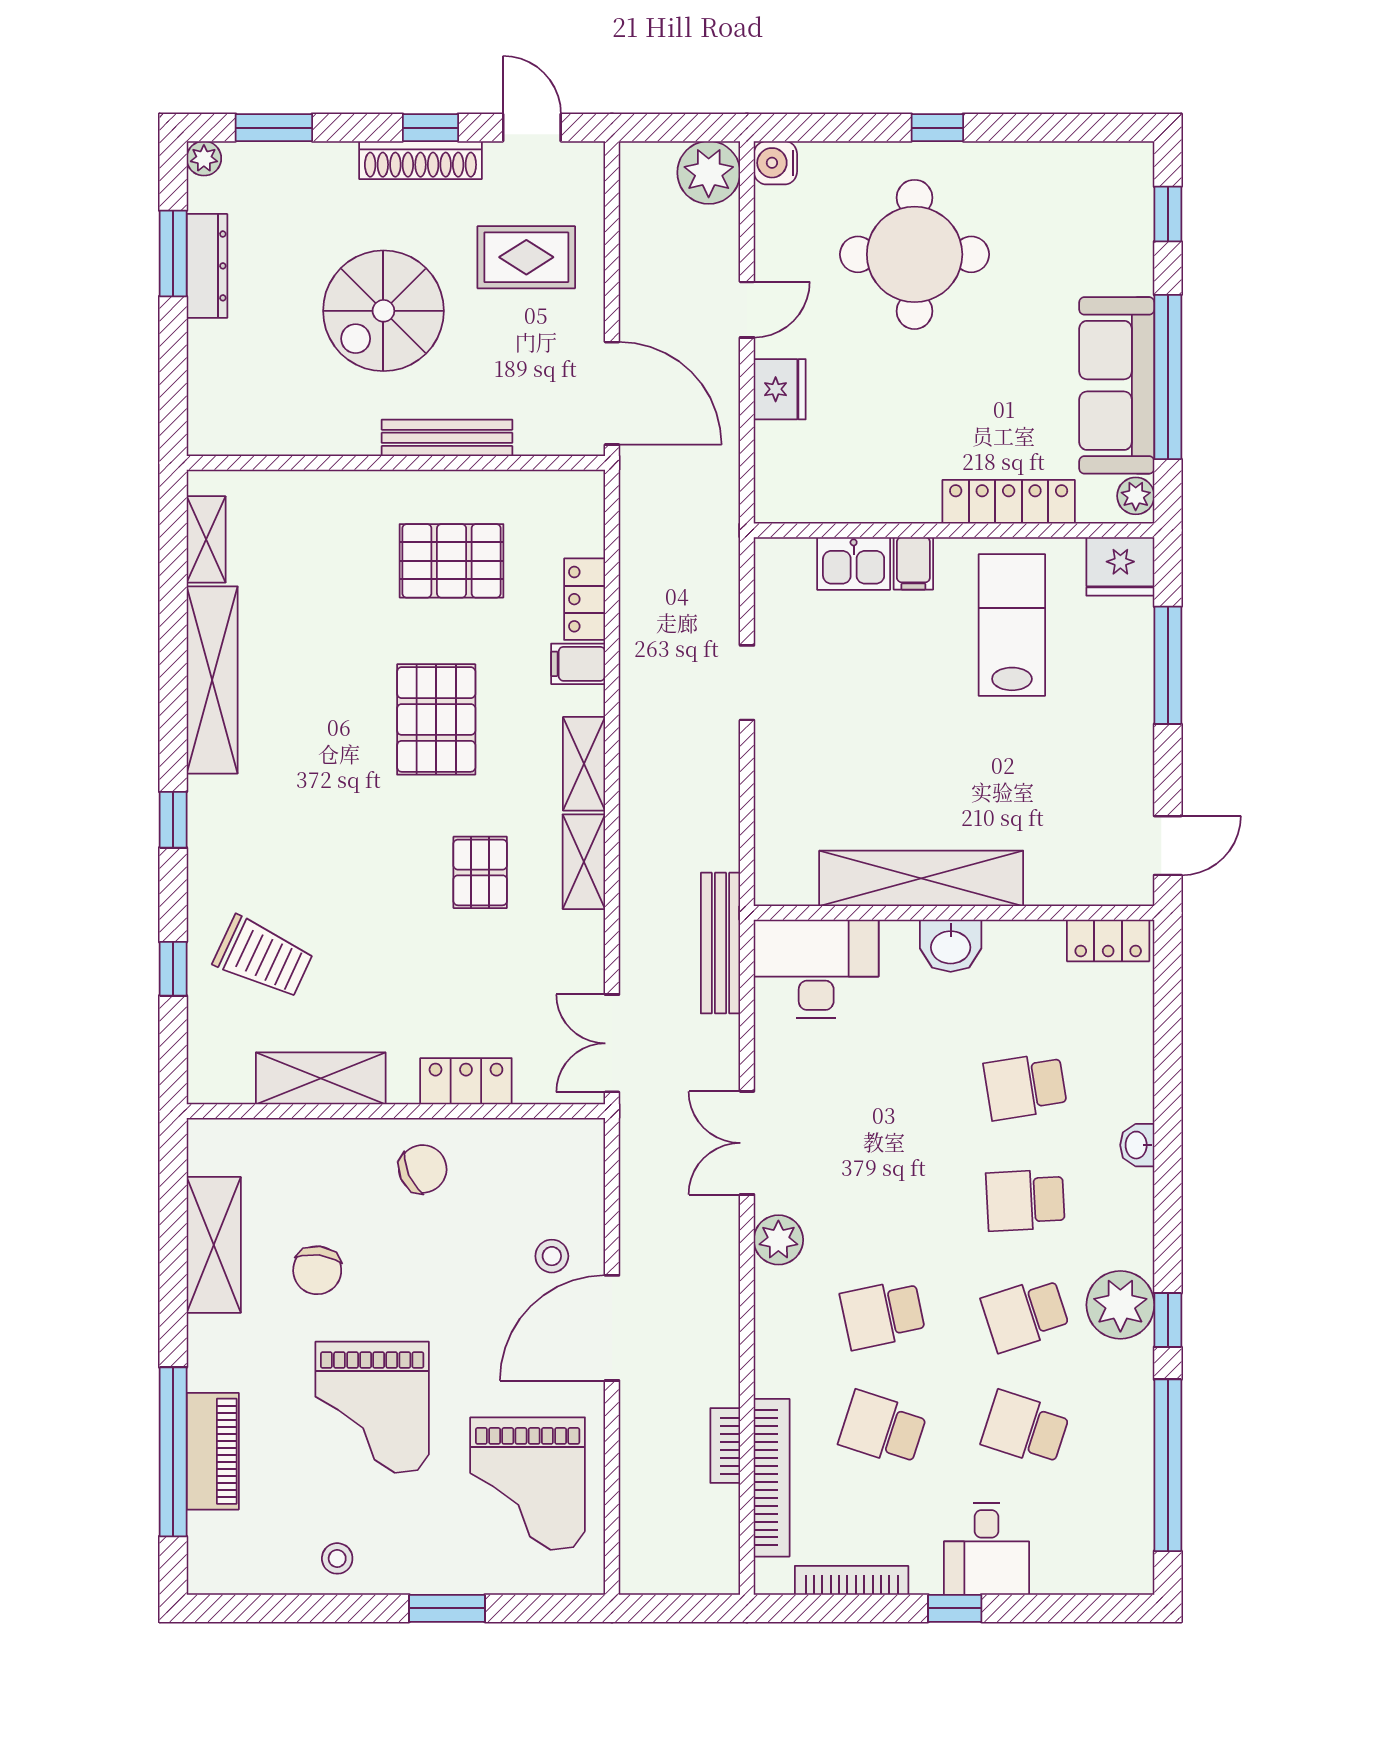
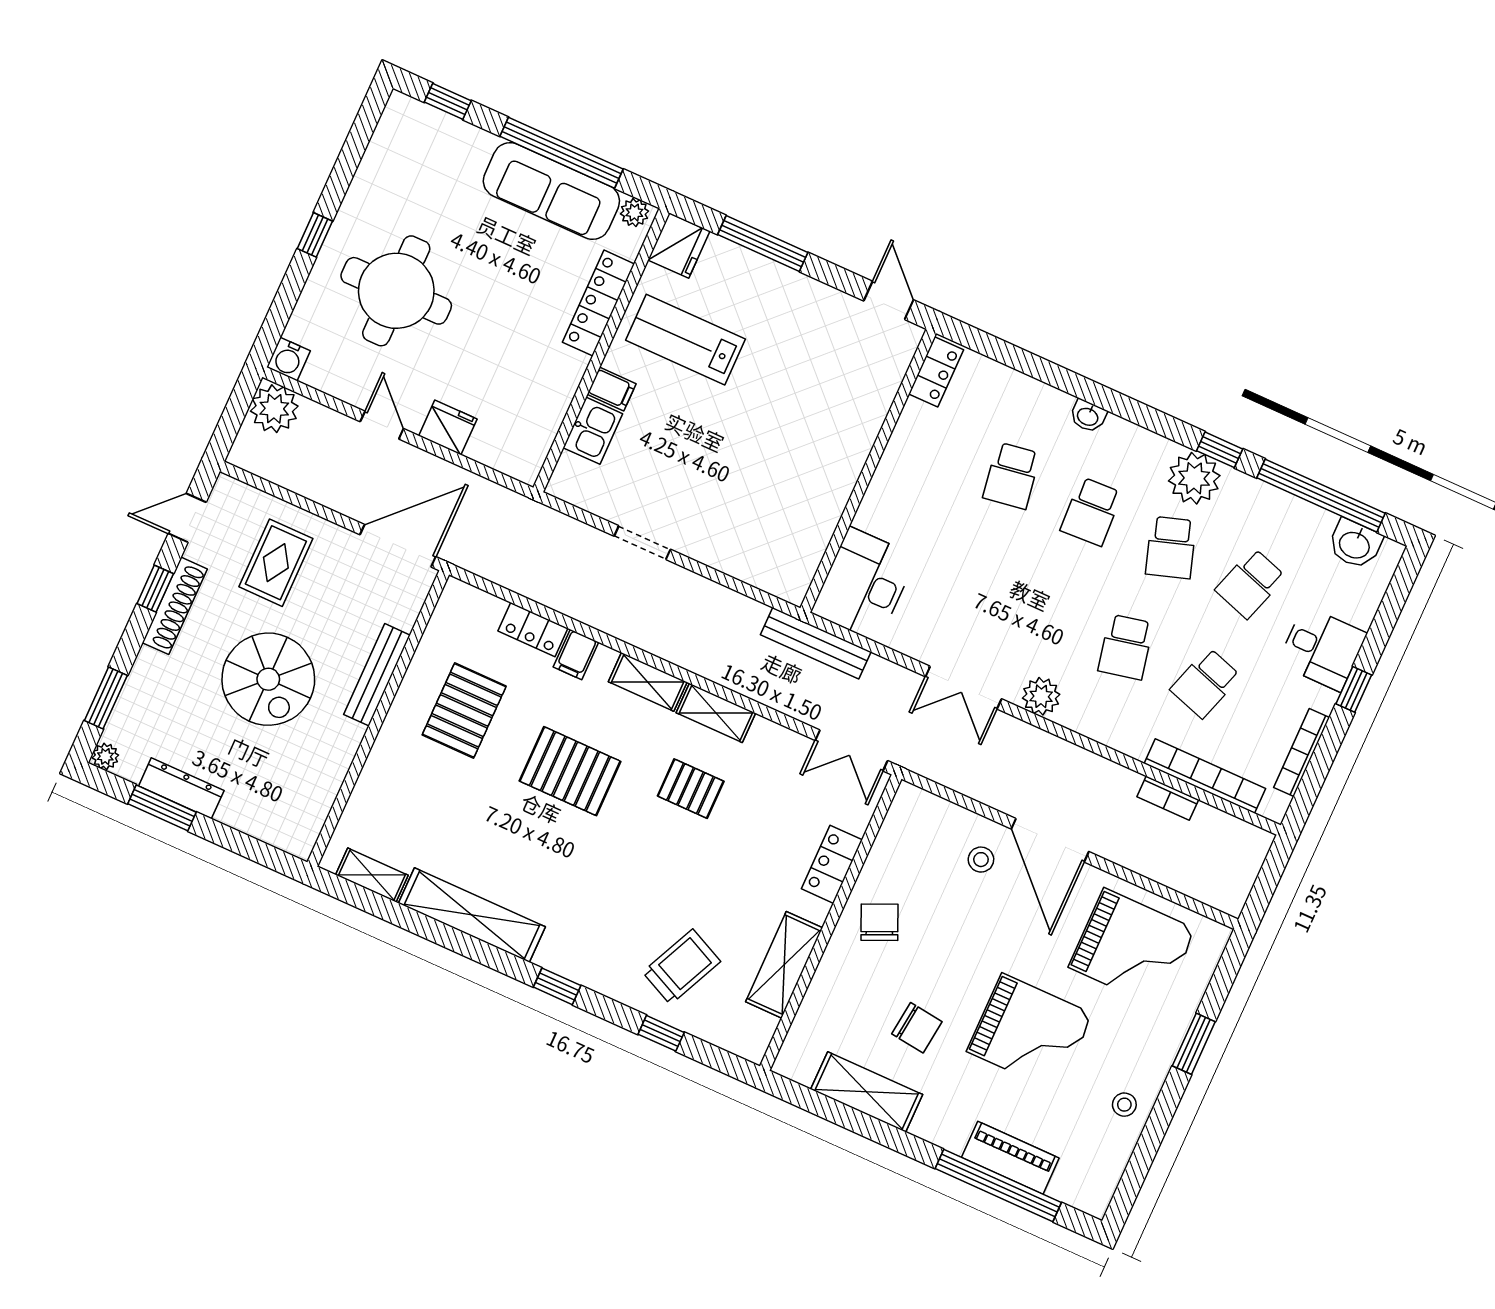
shelving: (921, 878) -> (834, 483), removed
washbasin: (951, 946) -> (1355, 544), moved, turned 90

